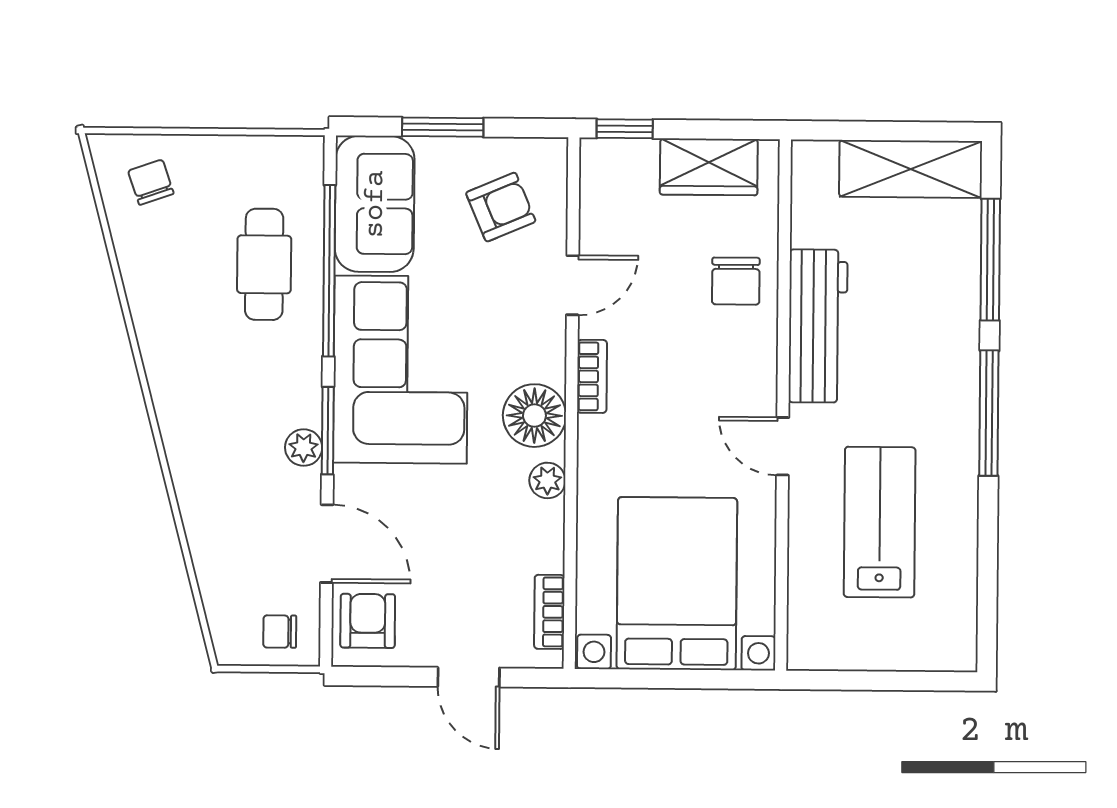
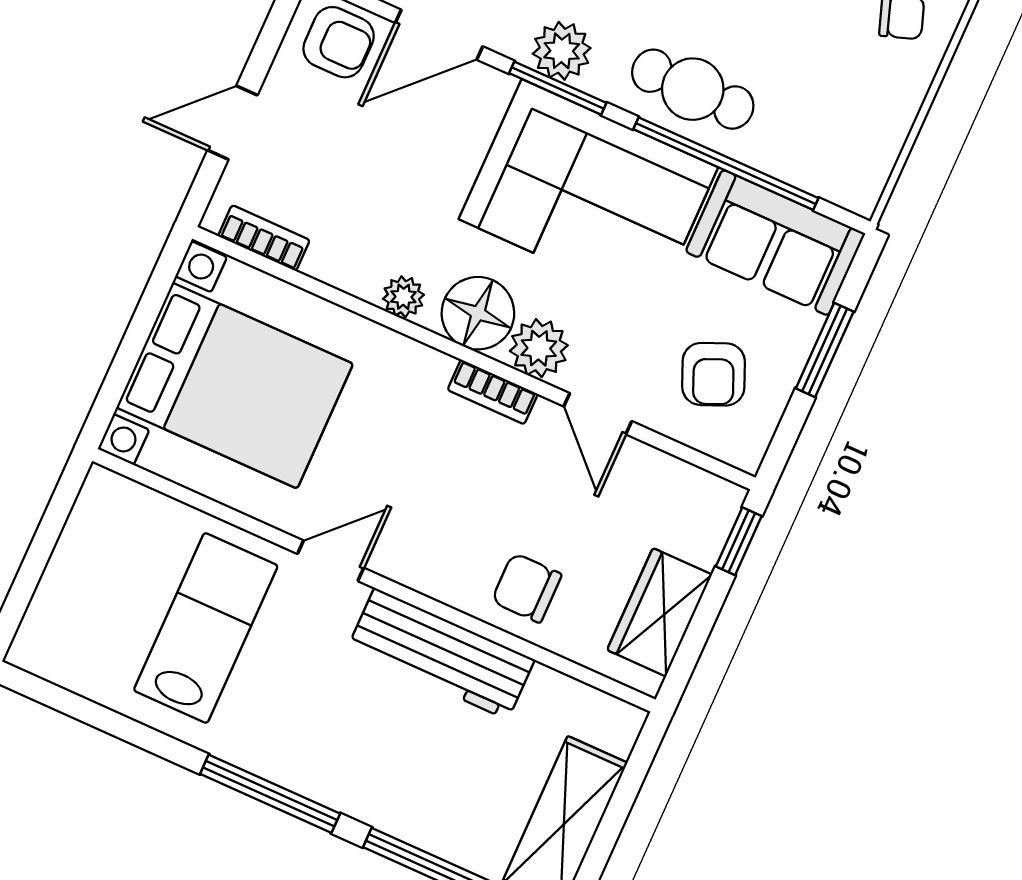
cafe table: (264, 264) -> (693, 89), moved
plant: (541, 355) -> (539, 348), added
plant: (304, 448) -> (562, 51), width x1.38, depth x1.38
lab bench: (880, 522) -> (206, 628), turned -90

